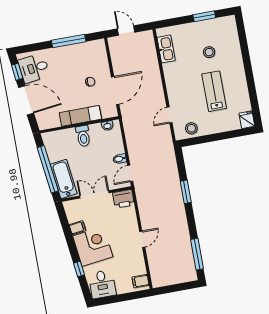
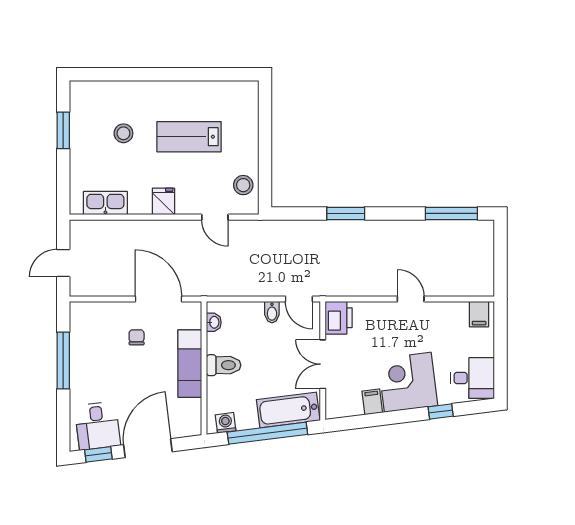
fridge: (247, 120) -> (163, 201), moved, turned 90
washing machine: (49, 143) -> (226, 423), added

